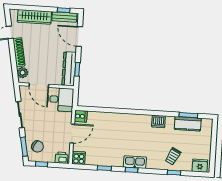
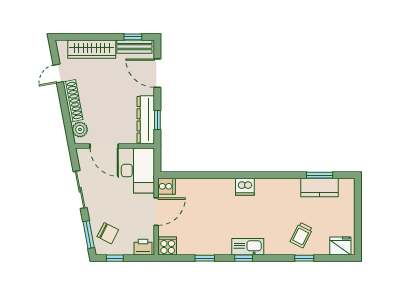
desk: (61, 100) -> (136, 171), width x1.37
dishwasher: (158, 121) -> (245, 187), moved

